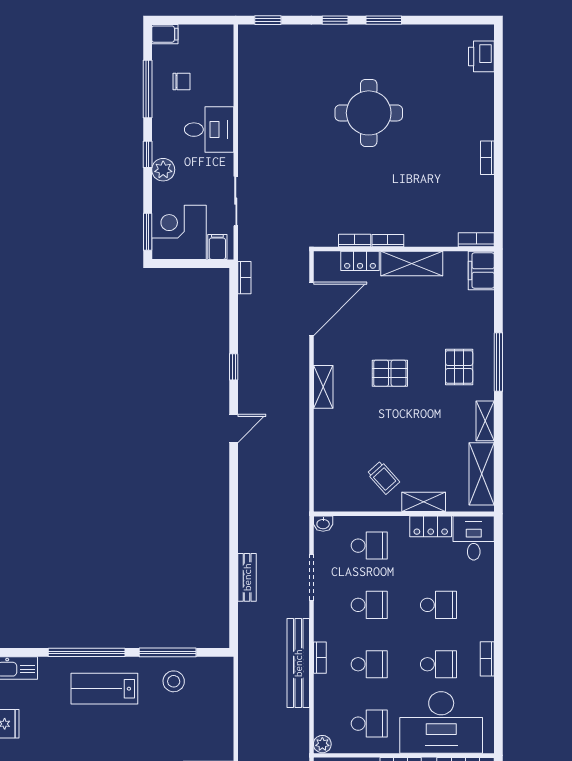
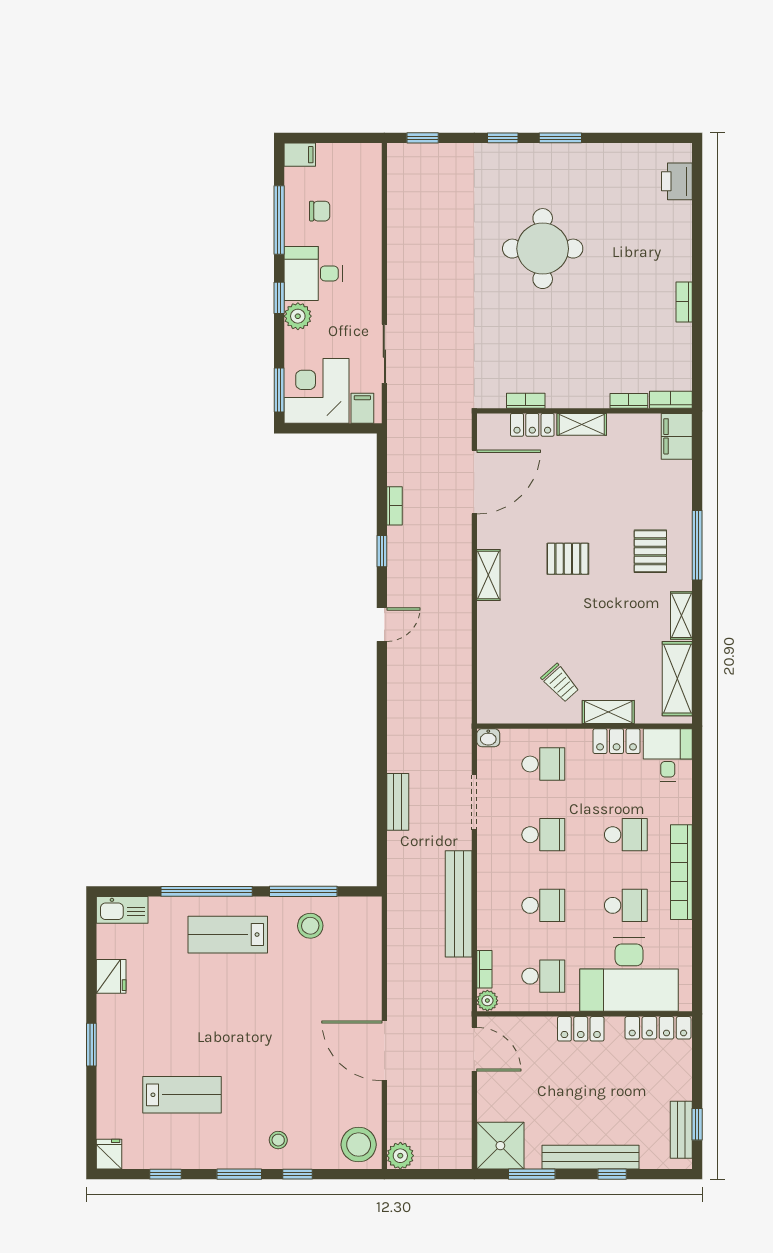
desk: (209, 130) -> (313, 273), moved, turned 180
bookcase: (388, 241) -> (629, 401), moved
shelving: (412, 264) -> (582, 424), width x0.67, depth x0.75
bookcase: (244, 278) -> (394, 506), moved
bookcase: (320, 658) -> (484, 969), moved
bookcase: (487, 659) -> (681, 872), width x2.31, depth x1.31

